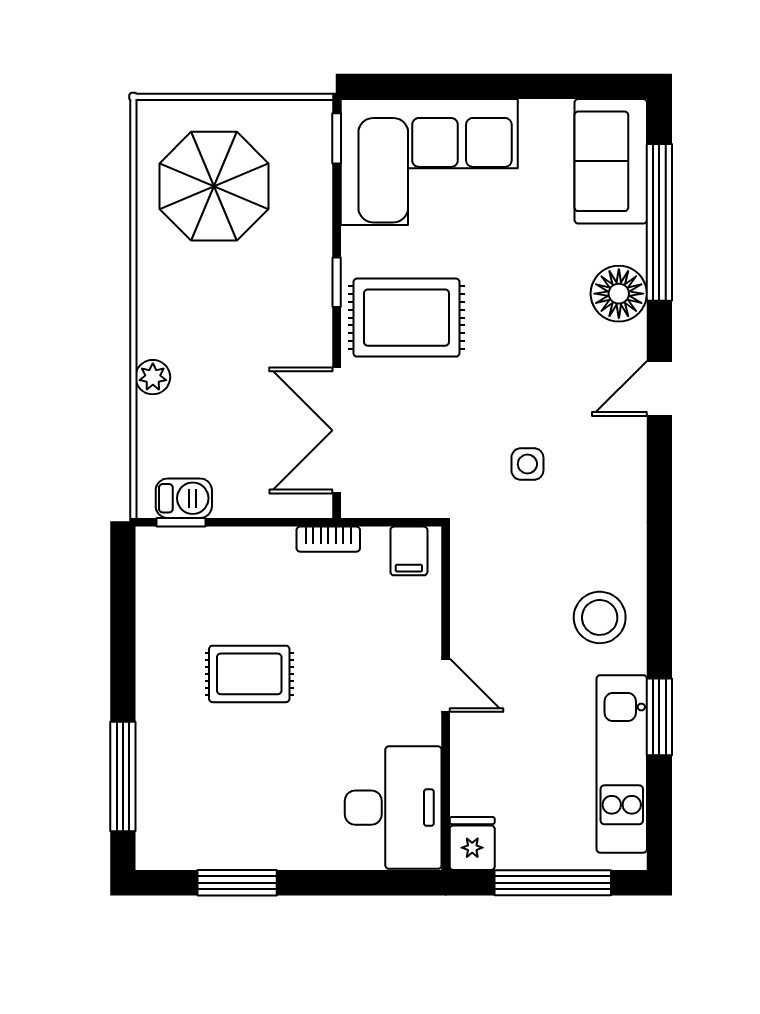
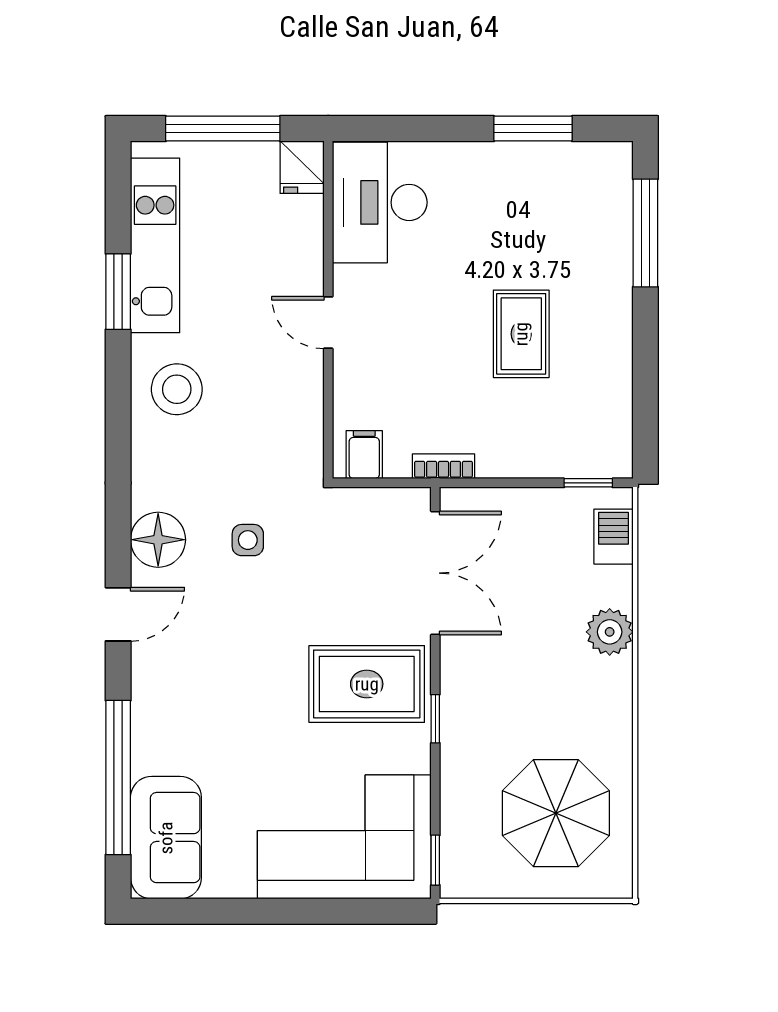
floor lamp: (619, 294) -> (158, 540), moved
plant: (153, 377) -> (610, 632), width x1.38, depth x1.38
barbecue: (184, 498) -> (613, 537), moved, turned 90
rug: (249, 674) -> (521, 334), turned 90

